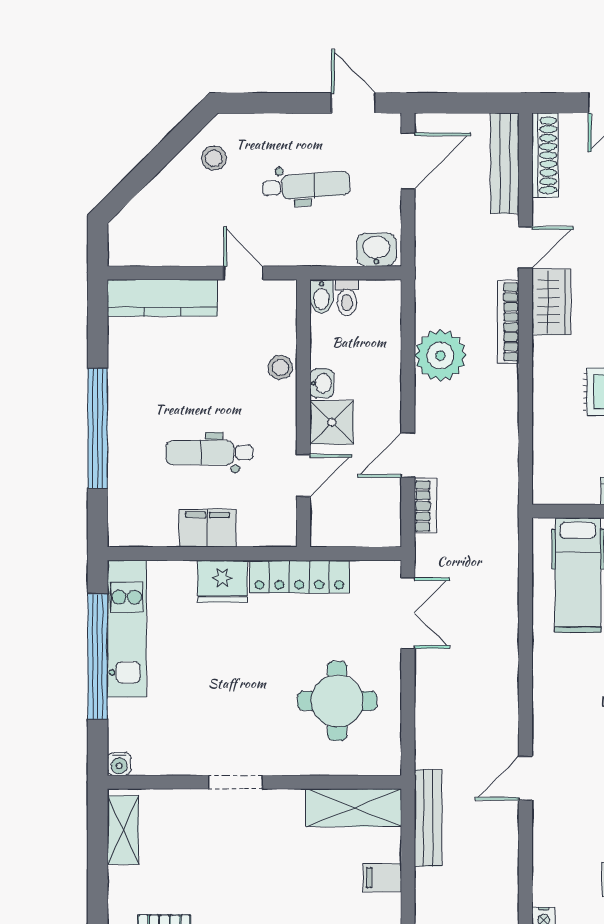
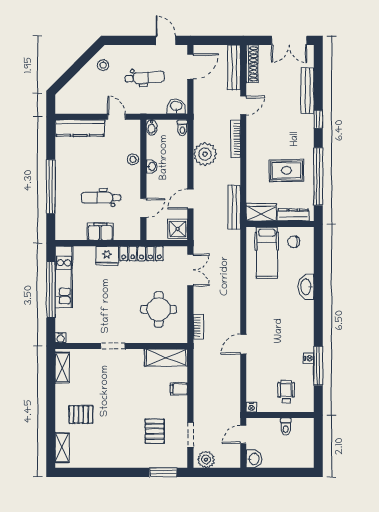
toilet: (347, 298) -> (182, 128), moved
wardrobe: (551, 302) -> (261, 212), moved, turned -90
shower: (332, 422) -> (178, 229), moved
bookcase: (425, 506) -> (198, 327), moved
bench: (428, 818) -> (234, 207), moved

